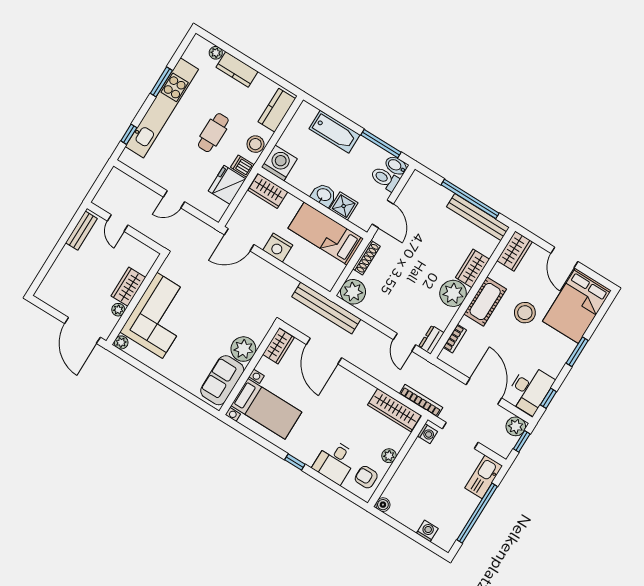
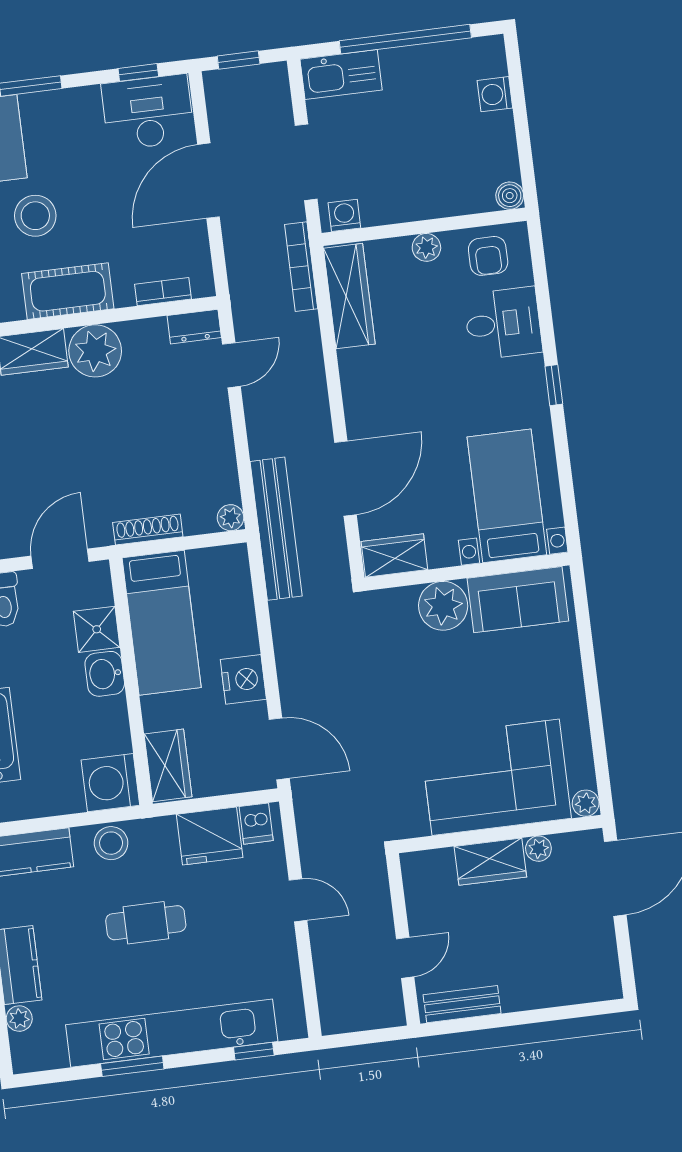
dishwasher: (243, 166) -> (256, 824), moved
plant: (353, 292) -> (231, 518), width x0.53, depth x0.53
plant: (516, 426) -> (223, 88), removed

